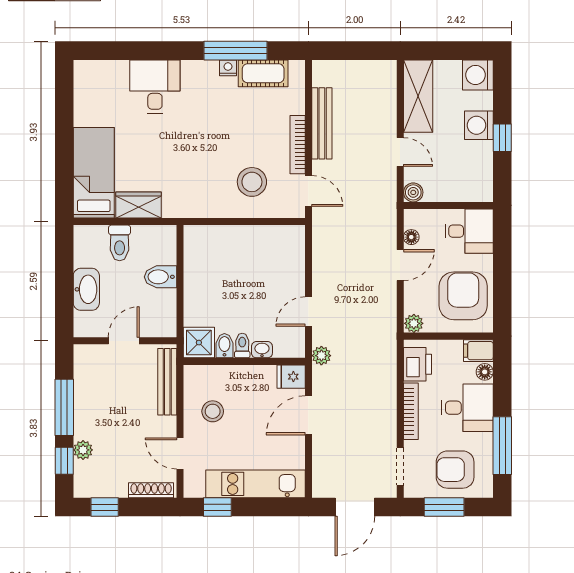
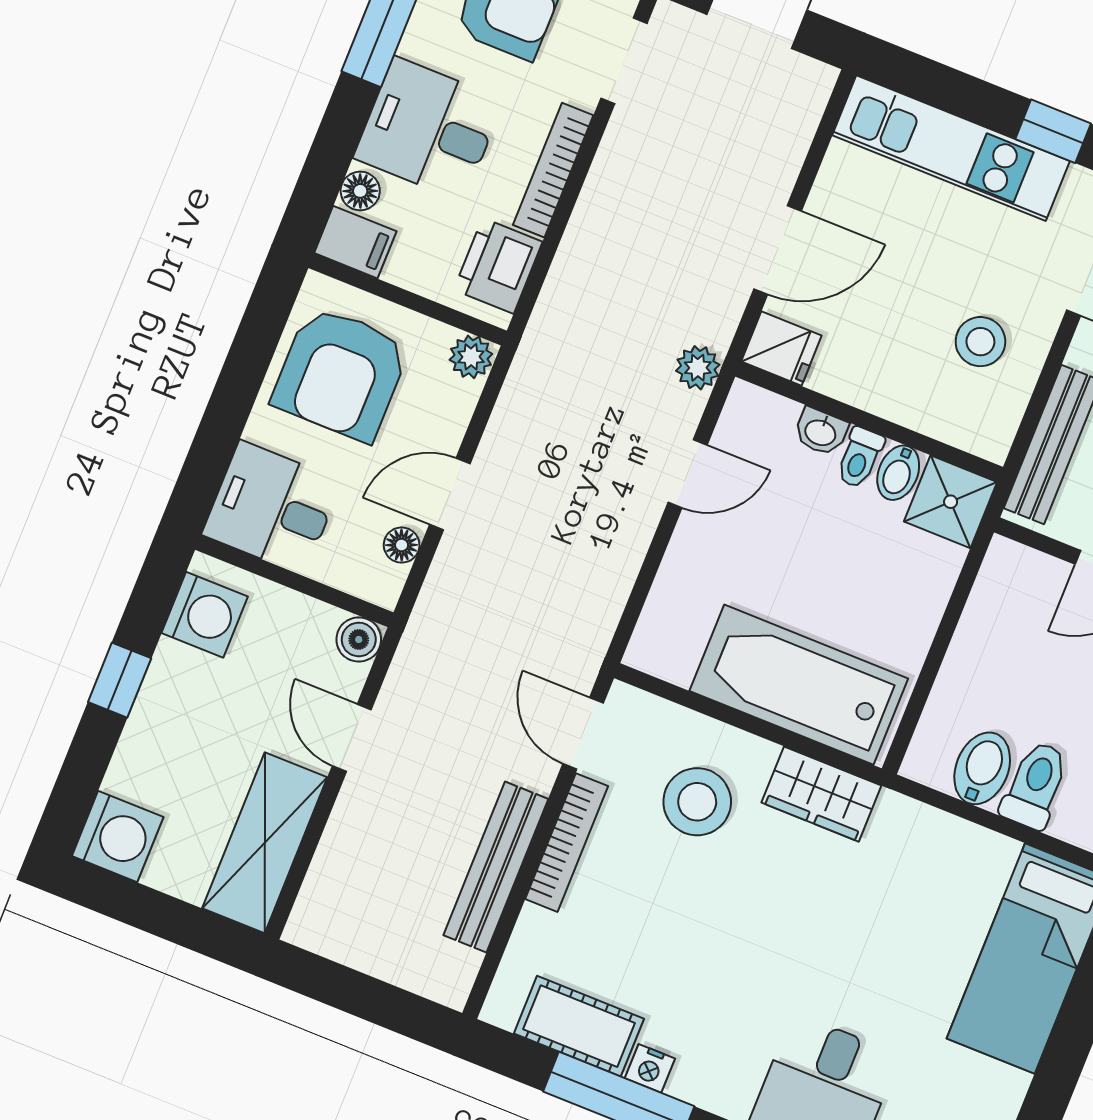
washing machine: (479, 125) -> (205, 615), moved
wardrobe: (139, 205) -> (821, 794), moved
bathtub: (230, 245) -> (799, 685), added
bidet: (160, 277) -> (982, 768), moved, turned -90

